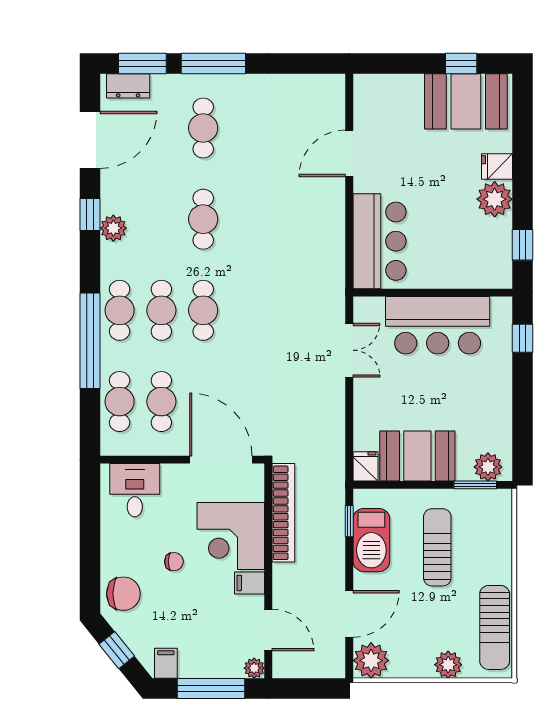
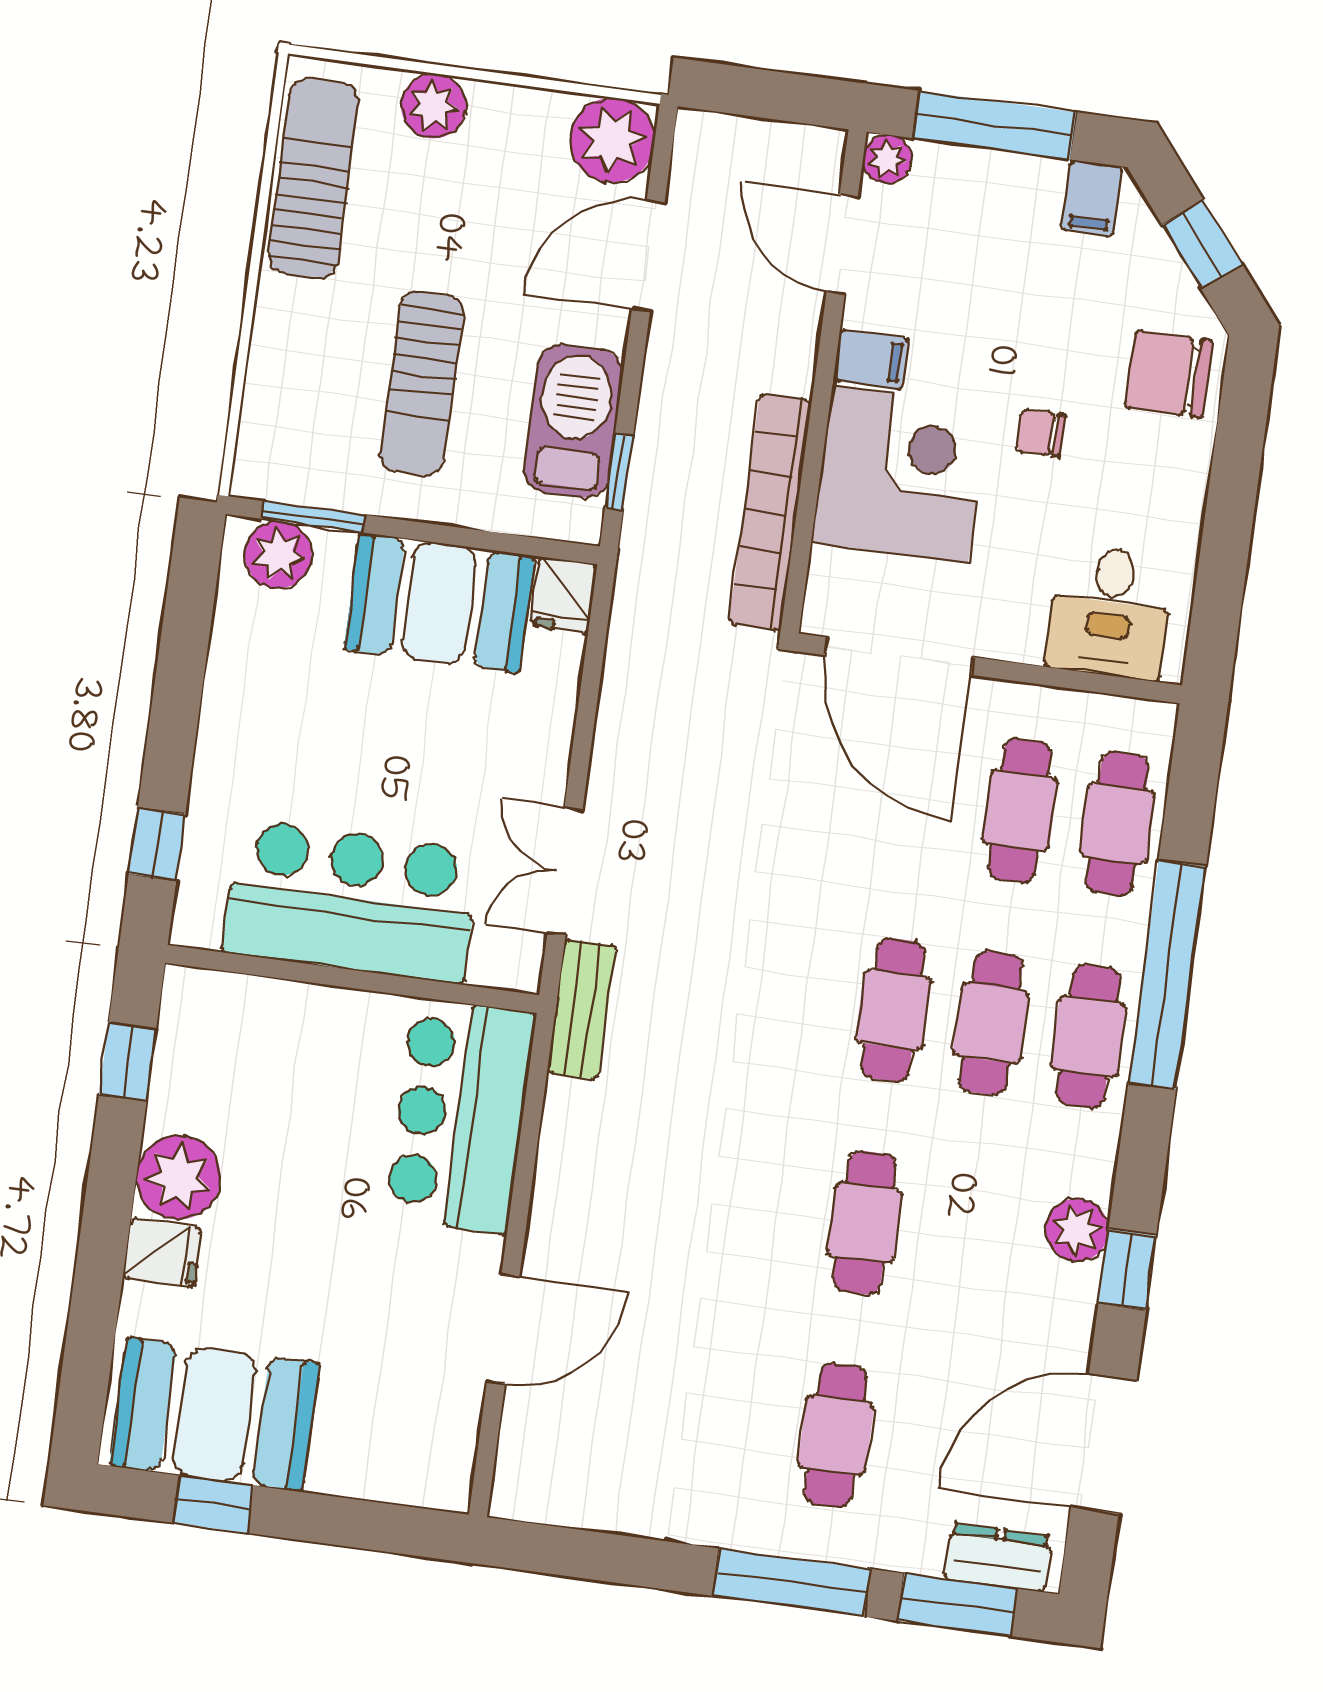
bench: (334, 293) -> (581, 1009), added

